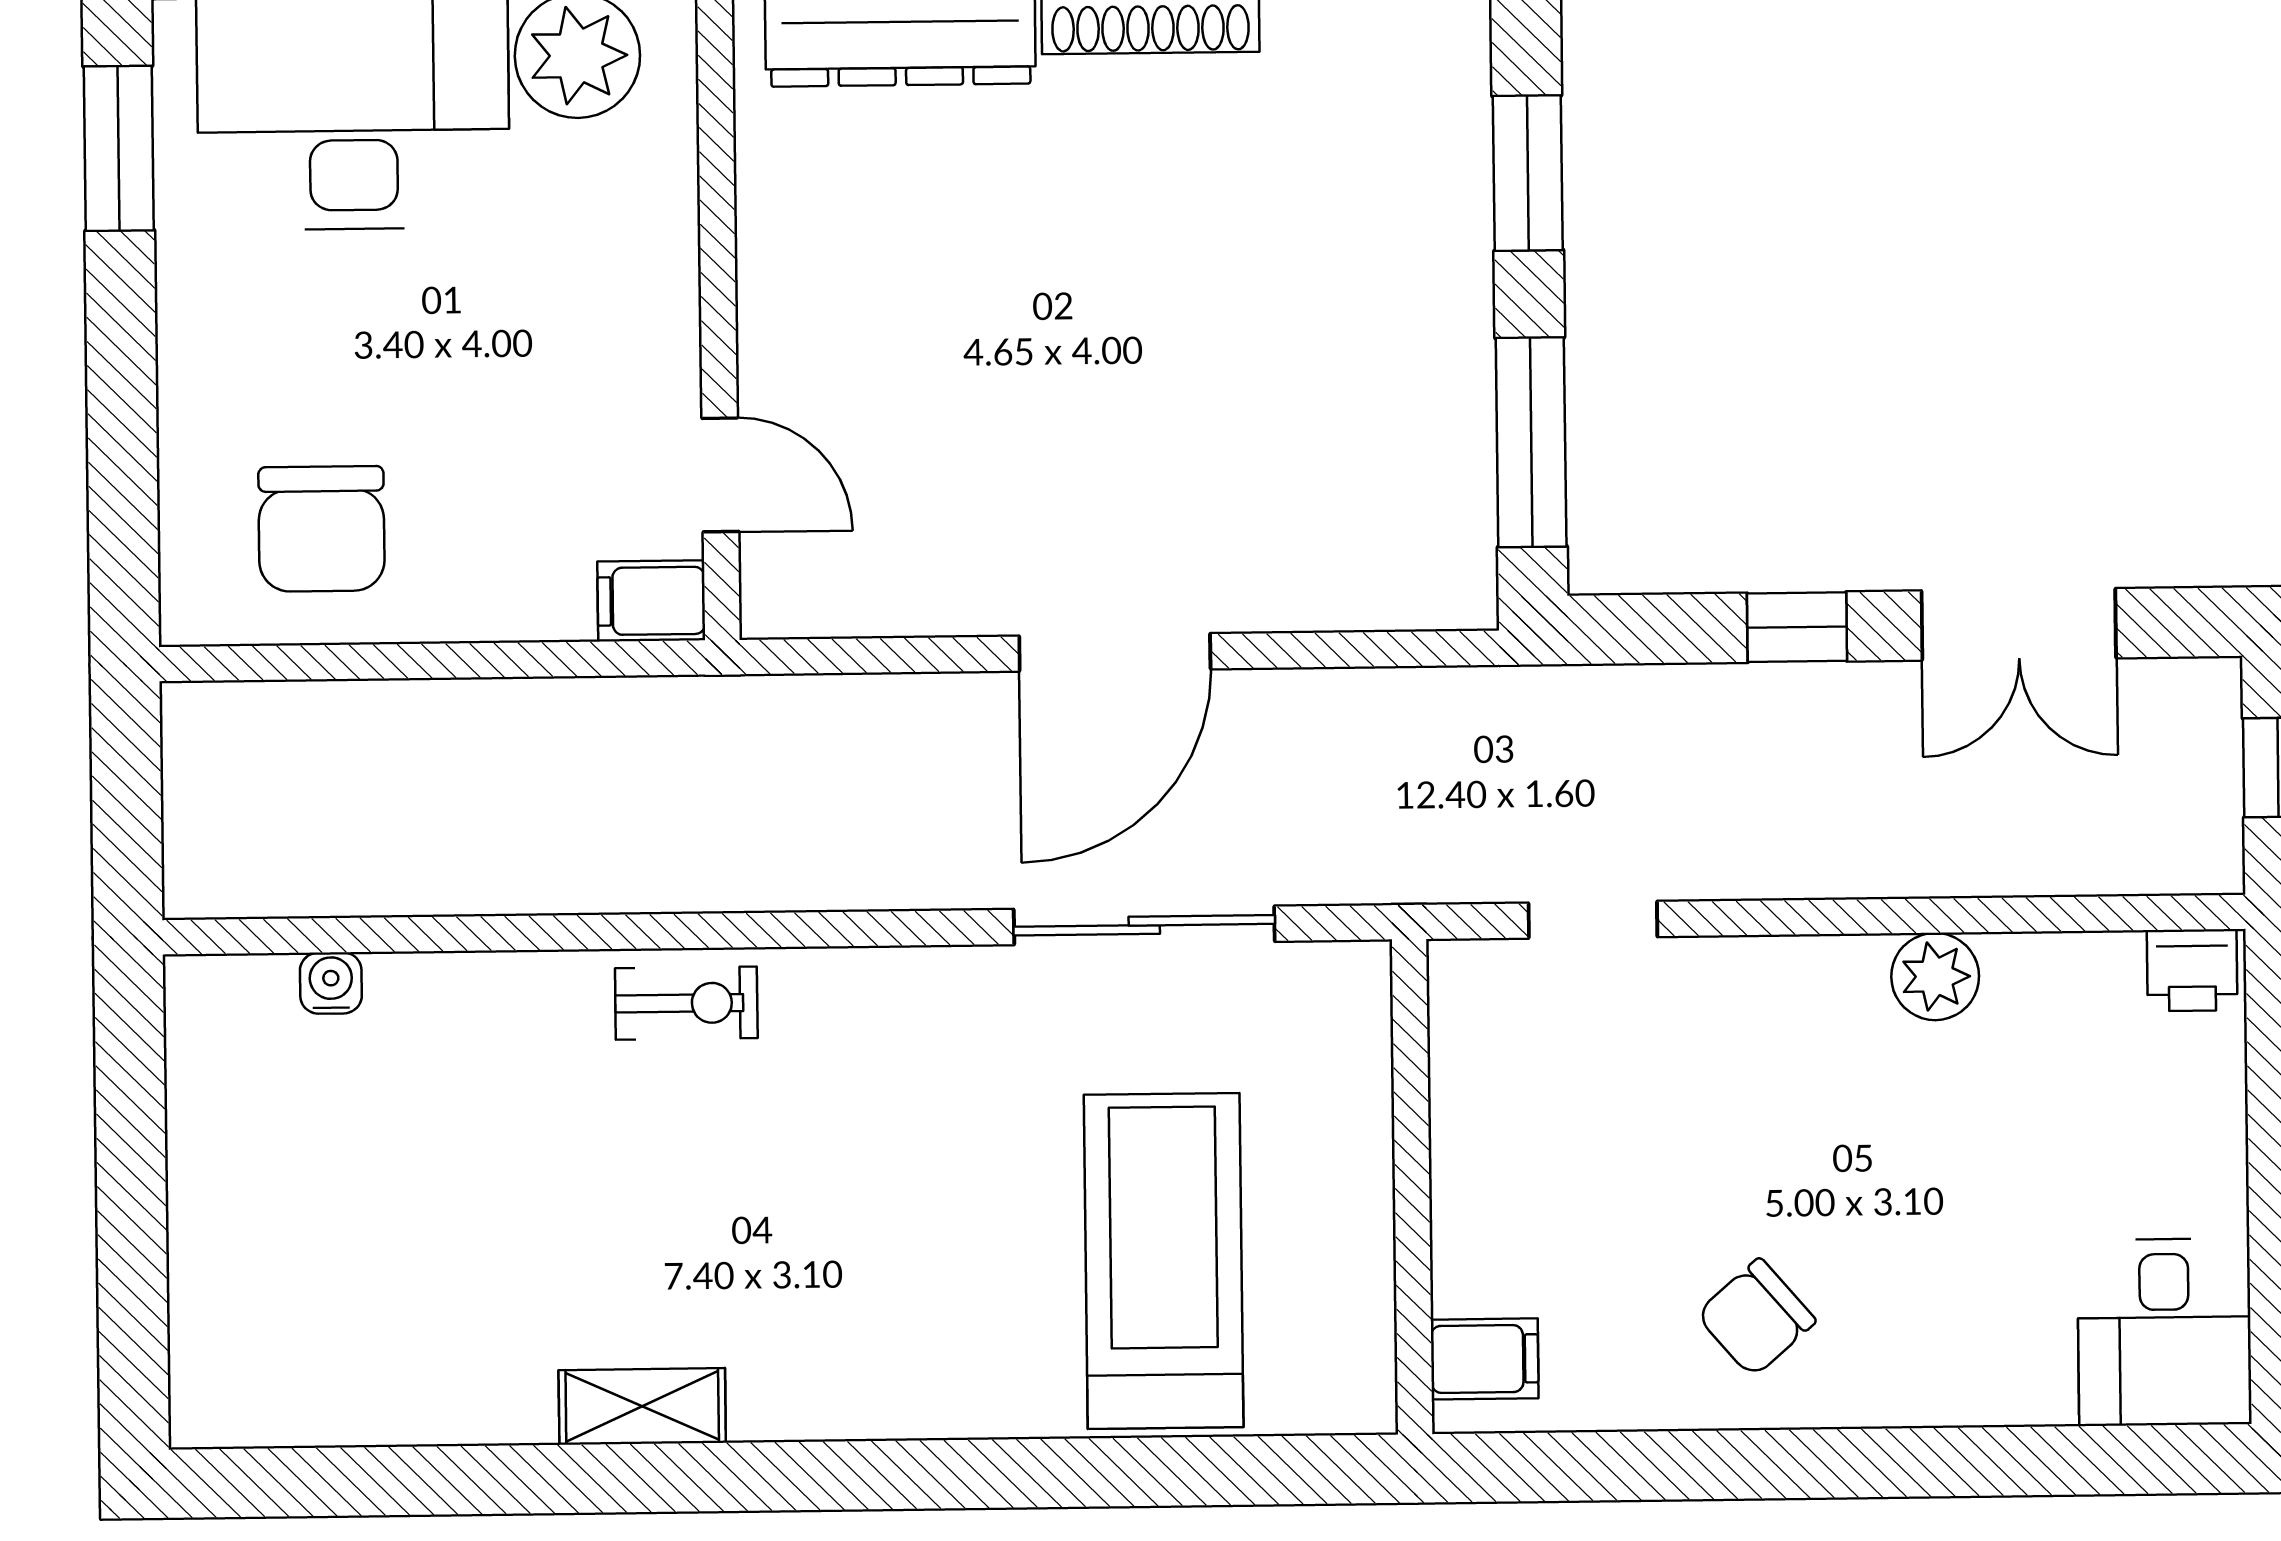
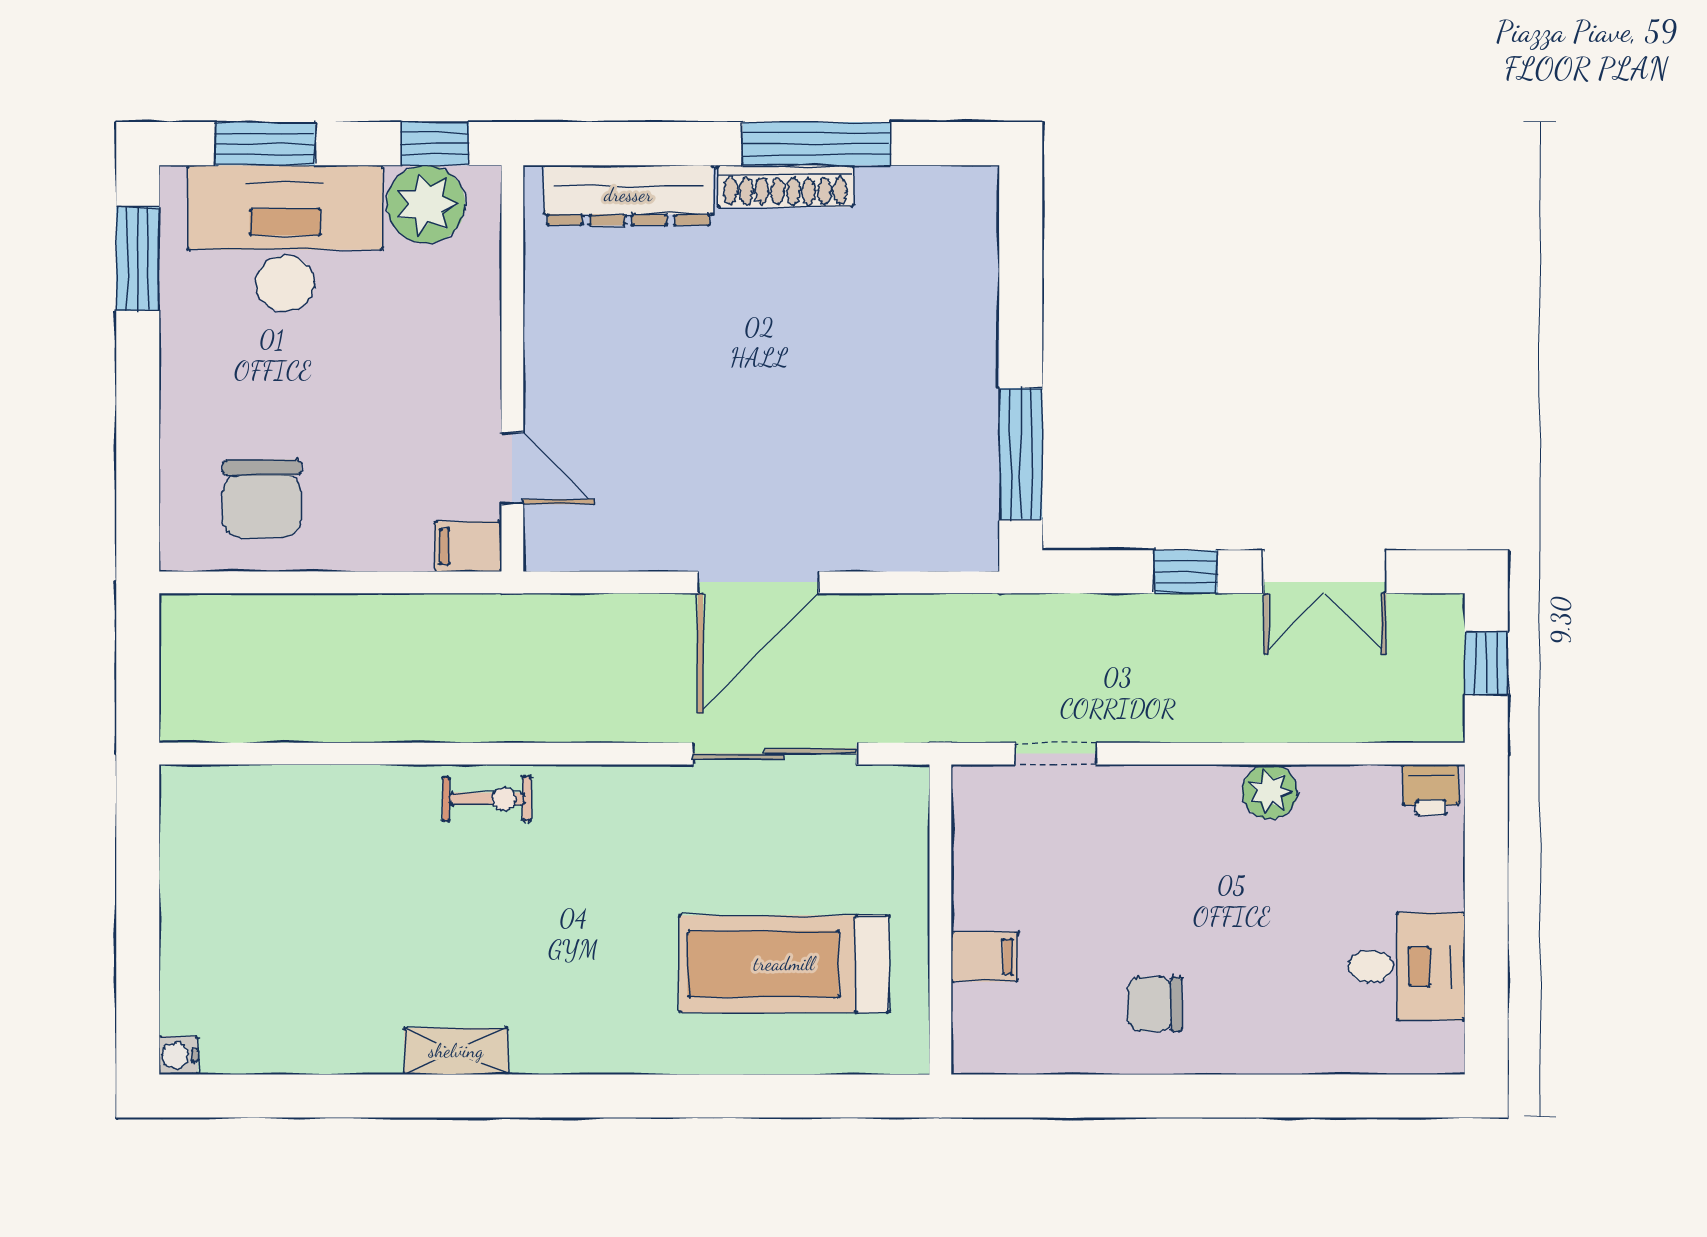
window: (1528, 173) -> (1021, 285), removed
water cooler: (331, 983) -> (178, 1055), moved, turned -90
treadmill: (1164, 1261) -> (784, 964), turned -90
chair: (1756, 1318) -> (1155, 1004), turned 41
desk: (2164, 1332) -> (1406, 966), moved, turned -90
filing cabinet: (1485, 1359) -> (985, 957), moved

